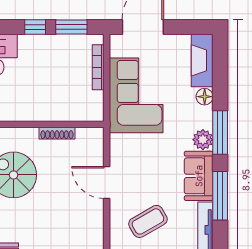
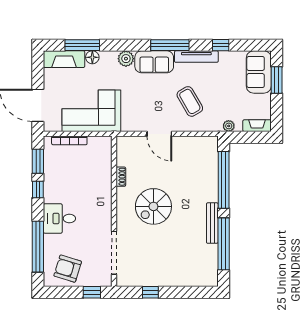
shoe rack: (57, 133) -> (121, 177), width x0.70
window: (220, 133) -> (82, 45), moved
door: (107, 183) -> (159, 134), hinge flipped

